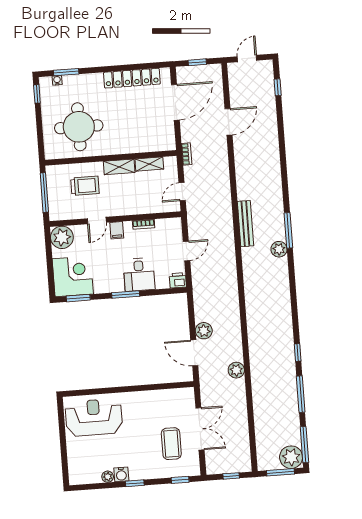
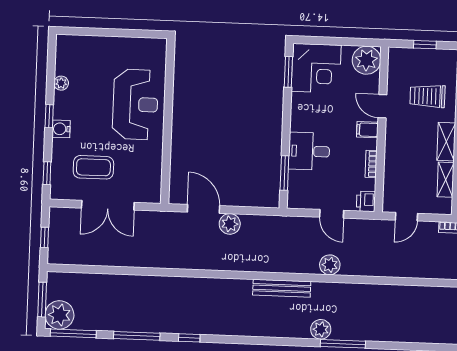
trolley: (85, 186) -> (428, 96), turned 90
window: (44, 192) -> (425, 45), width x0.46
door: (182, 192) -> (406, 217), swing flipped
bench: (245, 224) -> (282, 288), moved
printer: (178, 280) -> (366, 201), moved, turned 180
window: (126, 294) -> (284, 173), moved
door: (194, 353) -> (203, 209), hinge flipped
plant: (236, 370) -> (330, 265), moved
reception desk: (94, 417) -> (135, 104), moved
water cooler: (121, 474) -> (61, 129), moved

